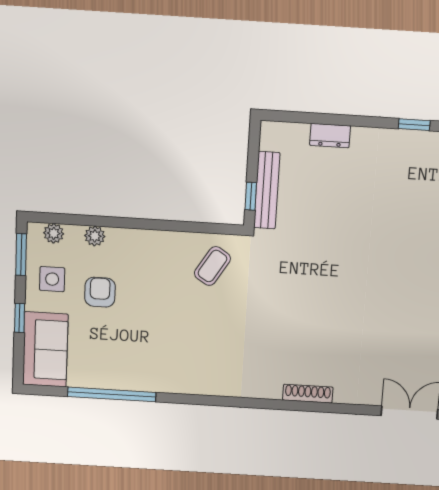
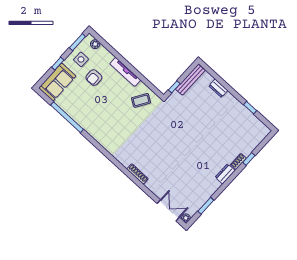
bench: (267, 190) -> (190, 80), moved
plant: (95, 236) -> (109, 57), removed
tv unit: (145, 239) -> (125, 72), added
armchair: (100, 292) -> (94, 78), turned 180

